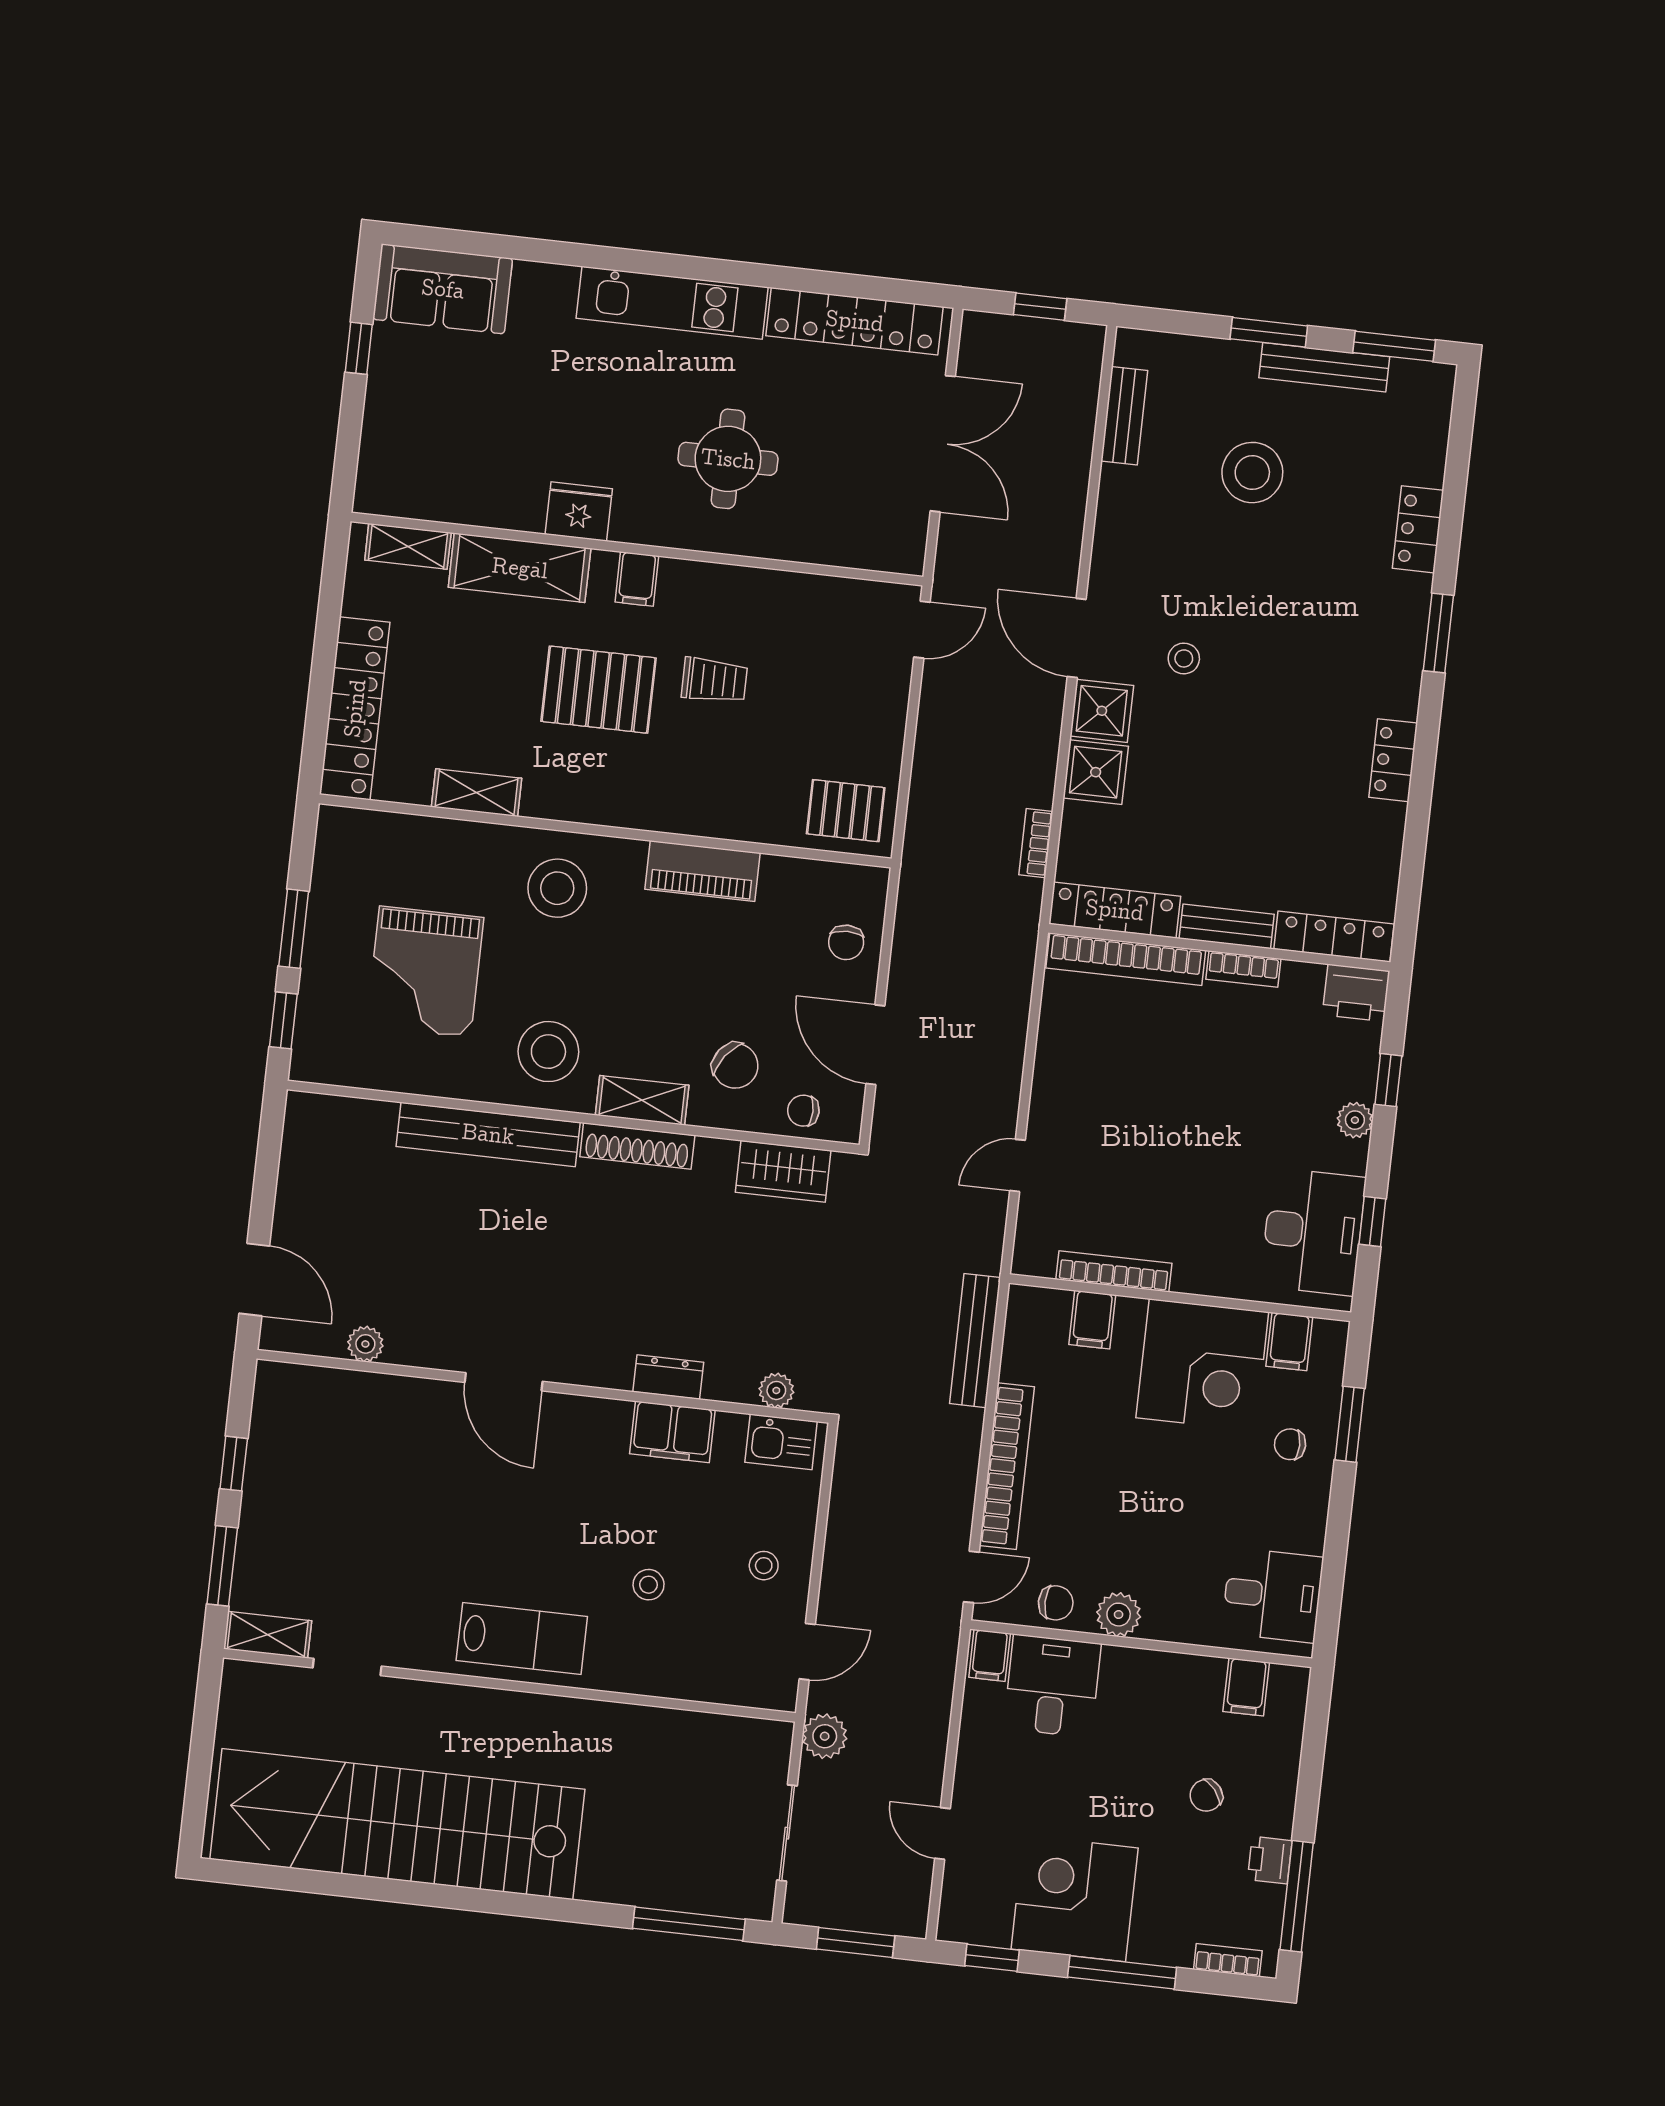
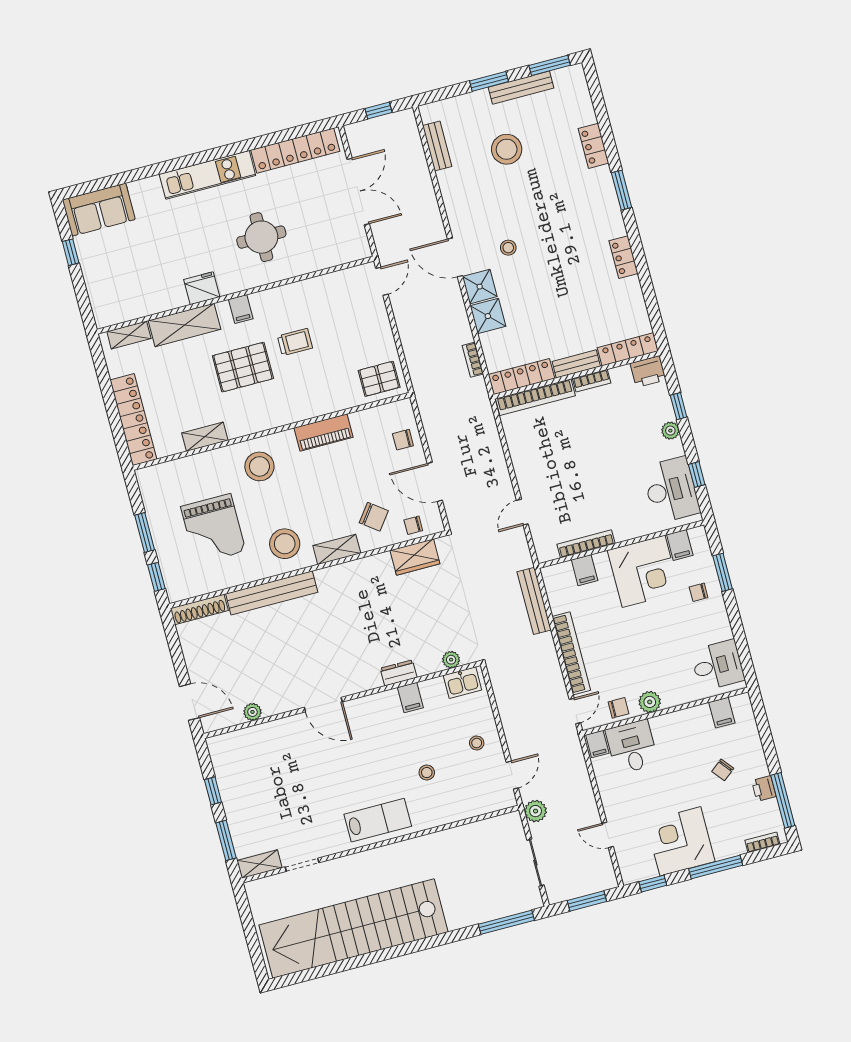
chair: (846, 942) -> (403, 440), turned 90
shoe rack: (637, 1146) -> (199, 609), moved
filing cabinet: (672, 1432) -> (410, 698), width x0.50

